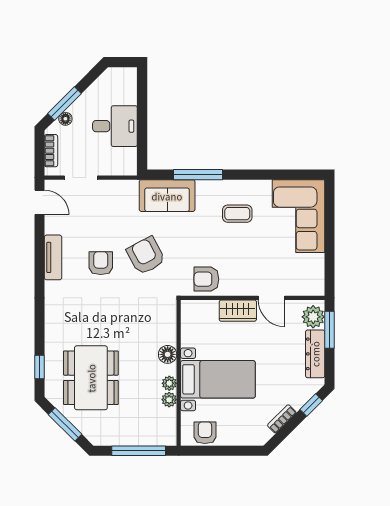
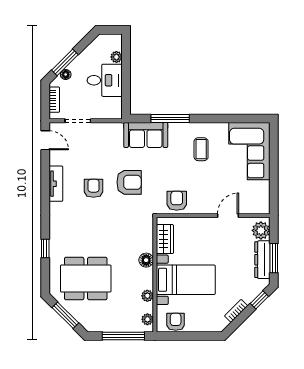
plant: (130, 97) -> (116, 57), added
coffee table: (237, 214) -> (201, 149), turned 90
armchair: (146, 256) -> (129, 182), turned 118
armchair: (206, 279) -> (177, 201), turned 90
door: (272, 298) -> (228, 216), swing flipped
wardrobe: (238, 311) -> (165, 239), moved, turned -90
window: (330, 330) -> (274, 258), moved
window: (40, 367) -> (45, 248), moved
dining table: (91, 378) -> (86, 279), turned 90
plant: (169, 383) -> (147, 319), moved

